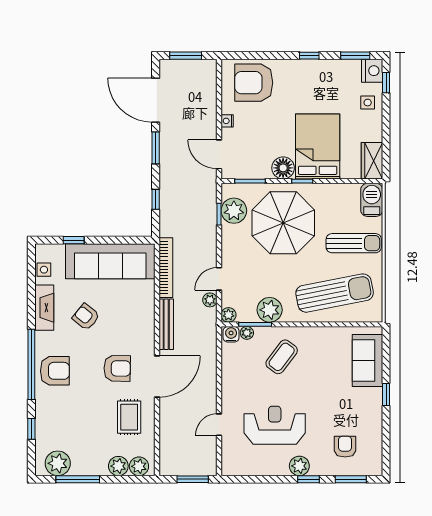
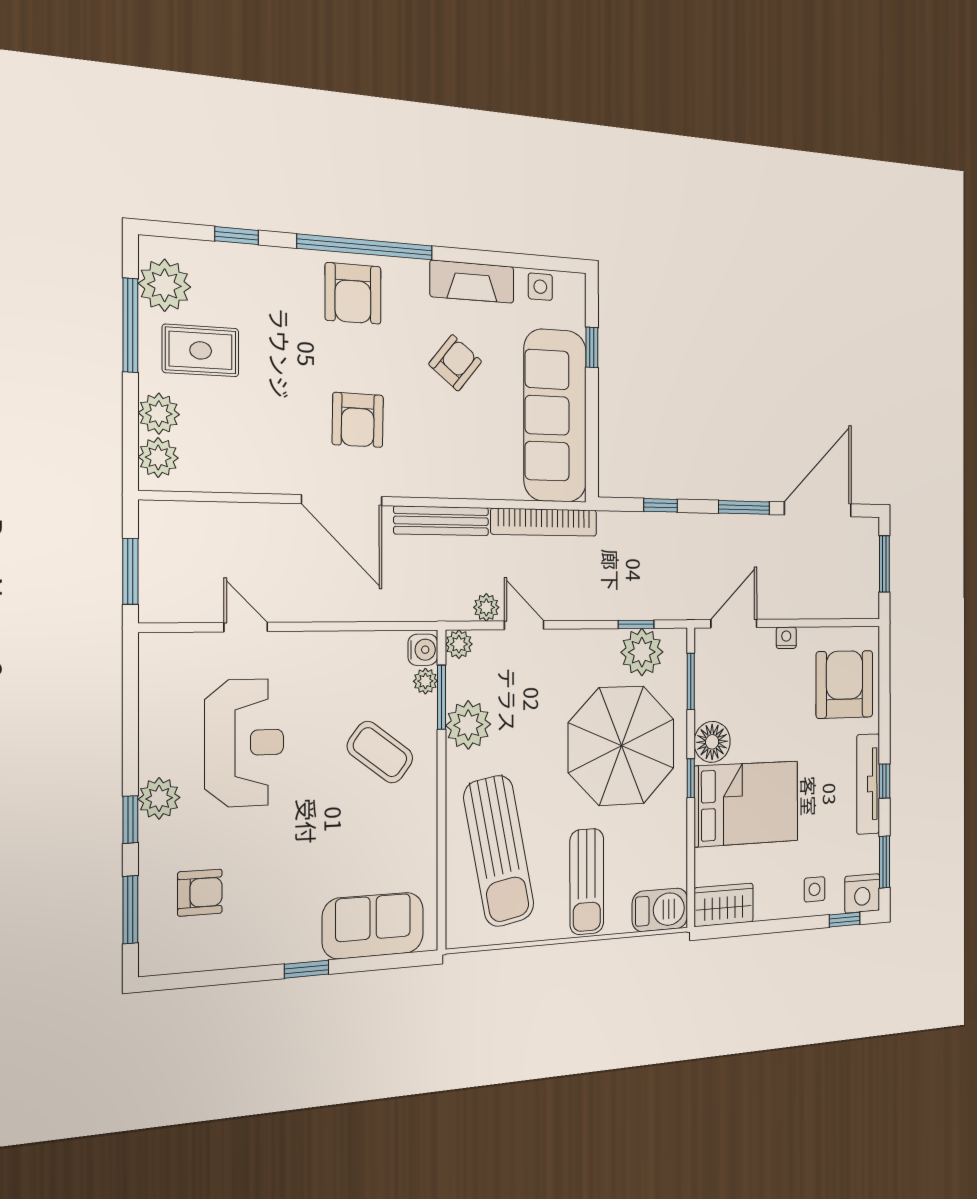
tv unit: (310, 67) -> (868, 784), added
rug: (129, 417) -> (201, 350), moved

